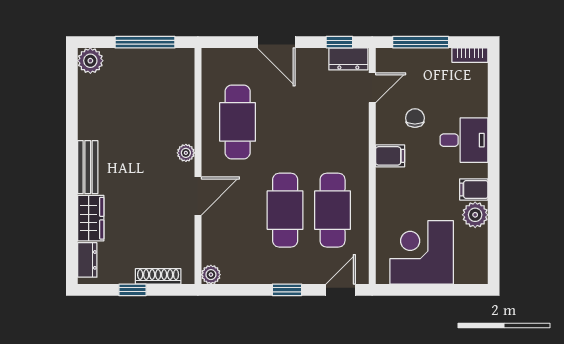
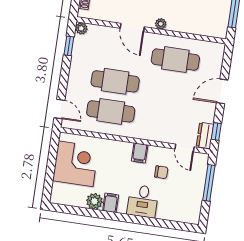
bookcase: (470, 55) -> (196, 213), removed
window: (287, 290) -> (69, 46), moved

